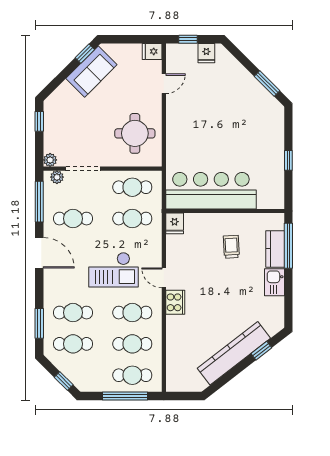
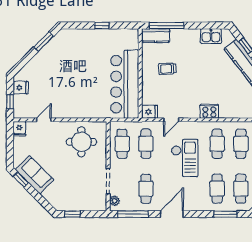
door: (164, 84) -> (44, 120), hinge flipped
plant: (50, 160) -> (101, 206), removed
kitchen counter: (275, 249) -> (156, 36), moved
door: (164, 278) -> (171, 120), moved
kitchen sink: (274, 282) -> (211, 36), moved

